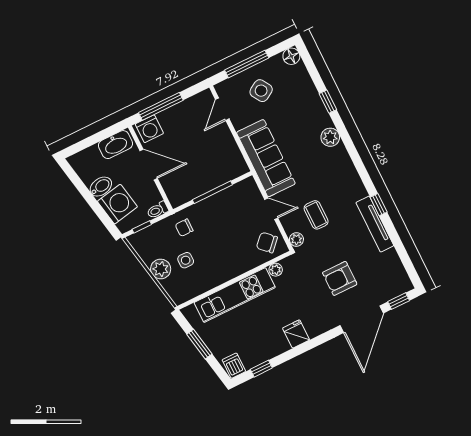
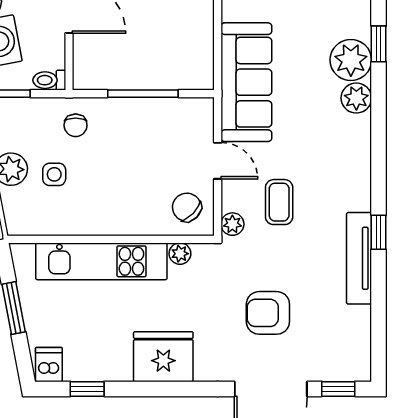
plant: (317, 118) -> (351, 60), added
chair: (184, 228) -> (76, 125), turned -90
fridge: (296, 334) -> (163, 357), width x1.88, depth x1.34

